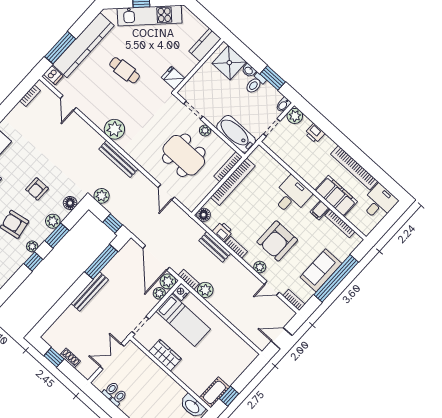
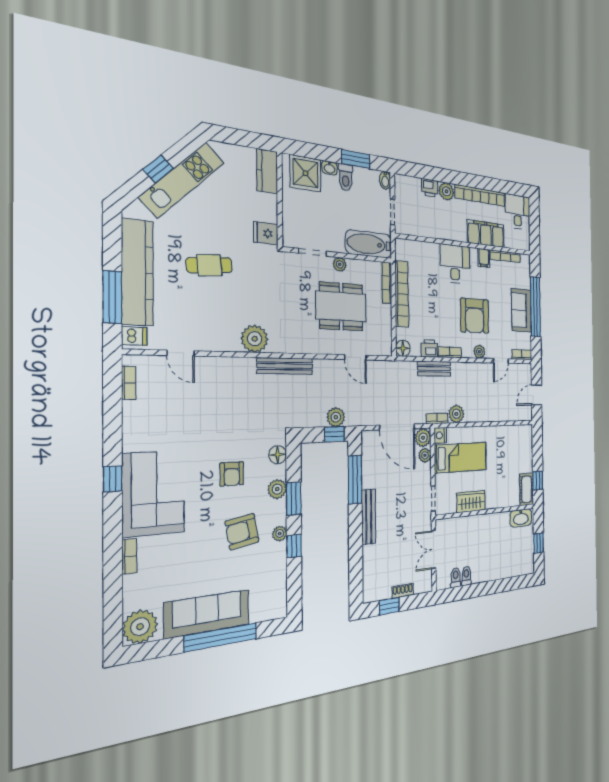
plant: (295, 116) -> (446, 191), moved
plant: (102, 196) -> (336, 417), moved

